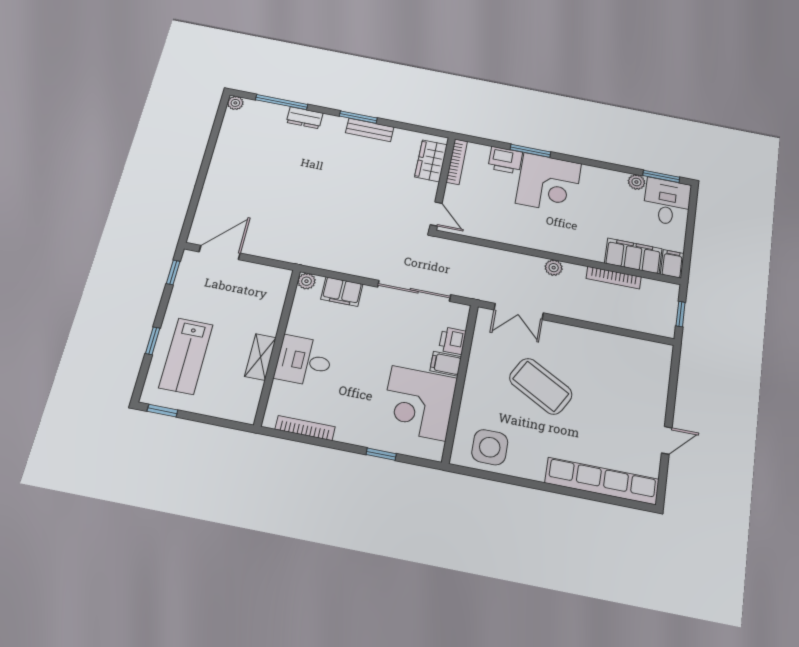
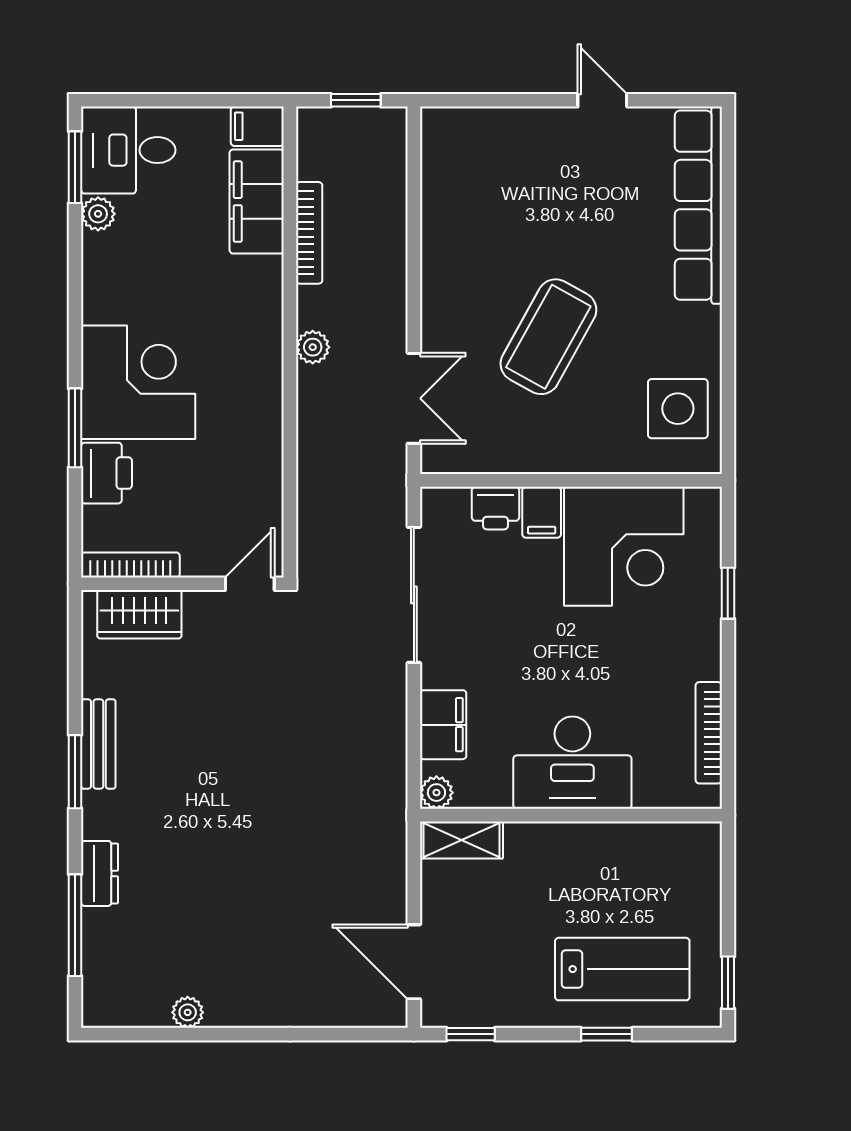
plant: (235, 103) -> (188, 1012), moved
shelving: (260, 357) -> (462, 840), moved
desk: (304, 361) -> (572, 763), width x1.37

